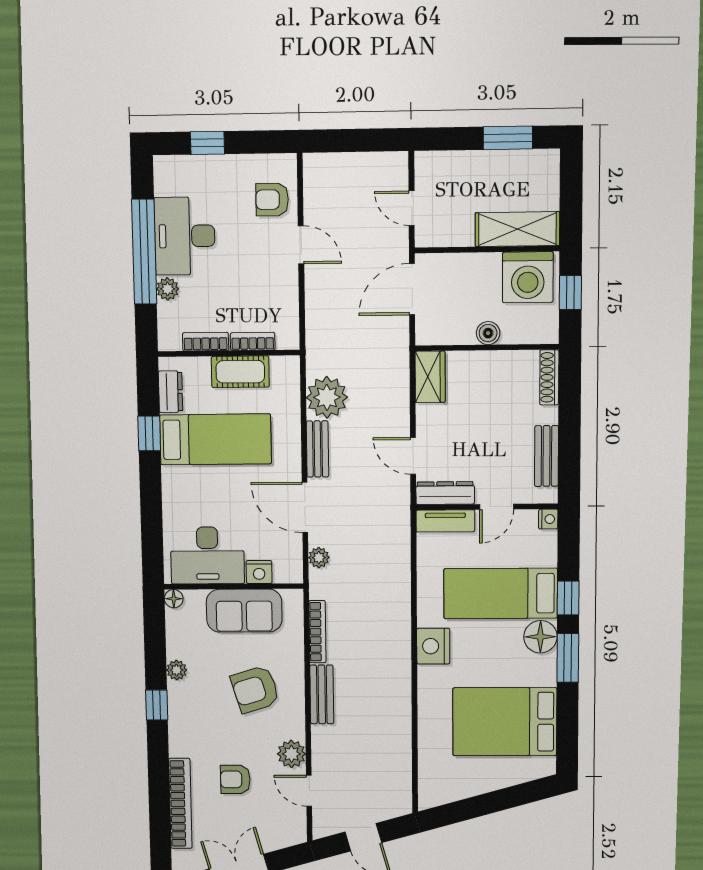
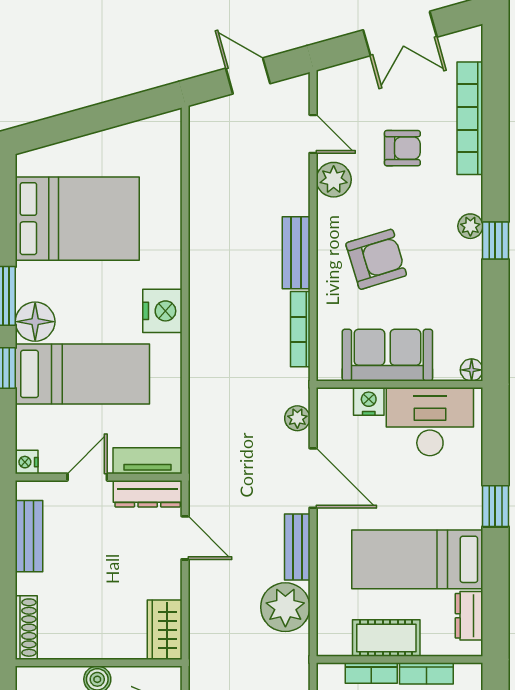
window: (149, 433) -> (495, 506), moved
plant: (177, 670) -> (470, 226), moved

